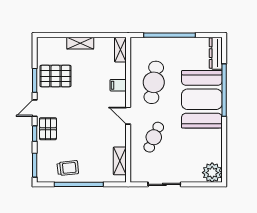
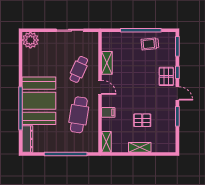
pallet: (56, 76) -> (142, 120), moved, width x0.67, depth x0.71
door: (35, 108) -> (177, 93), hinge flipped
shelving: (120, 161) -> (107, 63), moved

